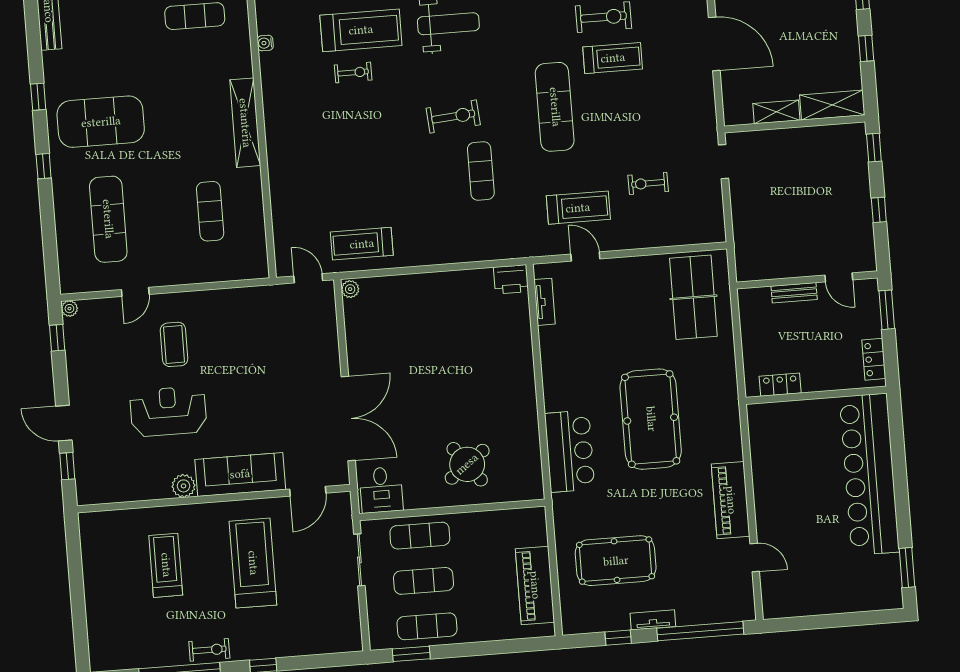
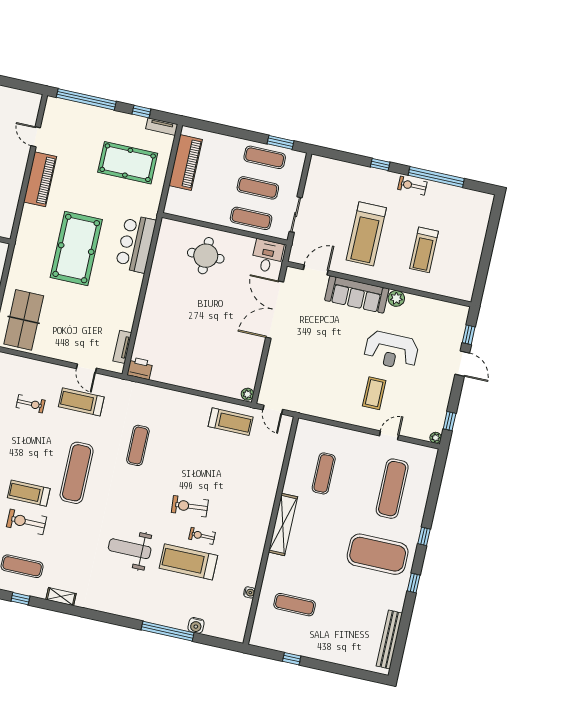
water cooler: (265, 43) -> (249, 592), moved
exercise bike: (453, 116) -> (190, 506), moved
round table: (467, 464) -> (206, 256), turned 37
tv unit: (653, 620) -> (162, 127), moved

